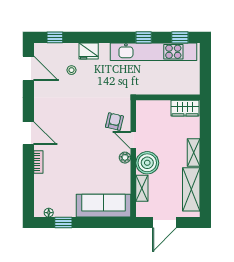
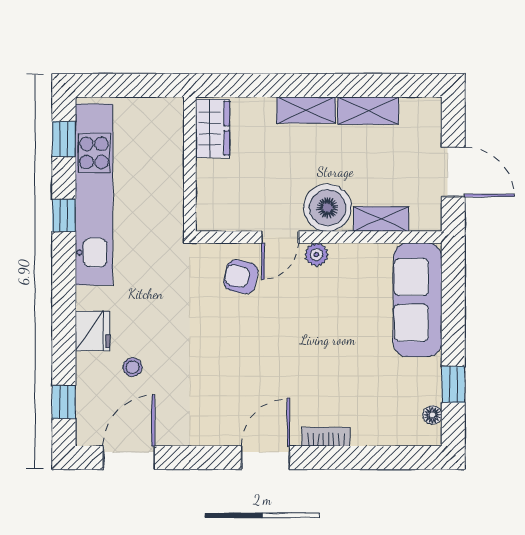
shelving: (191, 189) -> (368, 111), width x0.67, depth x0.75

